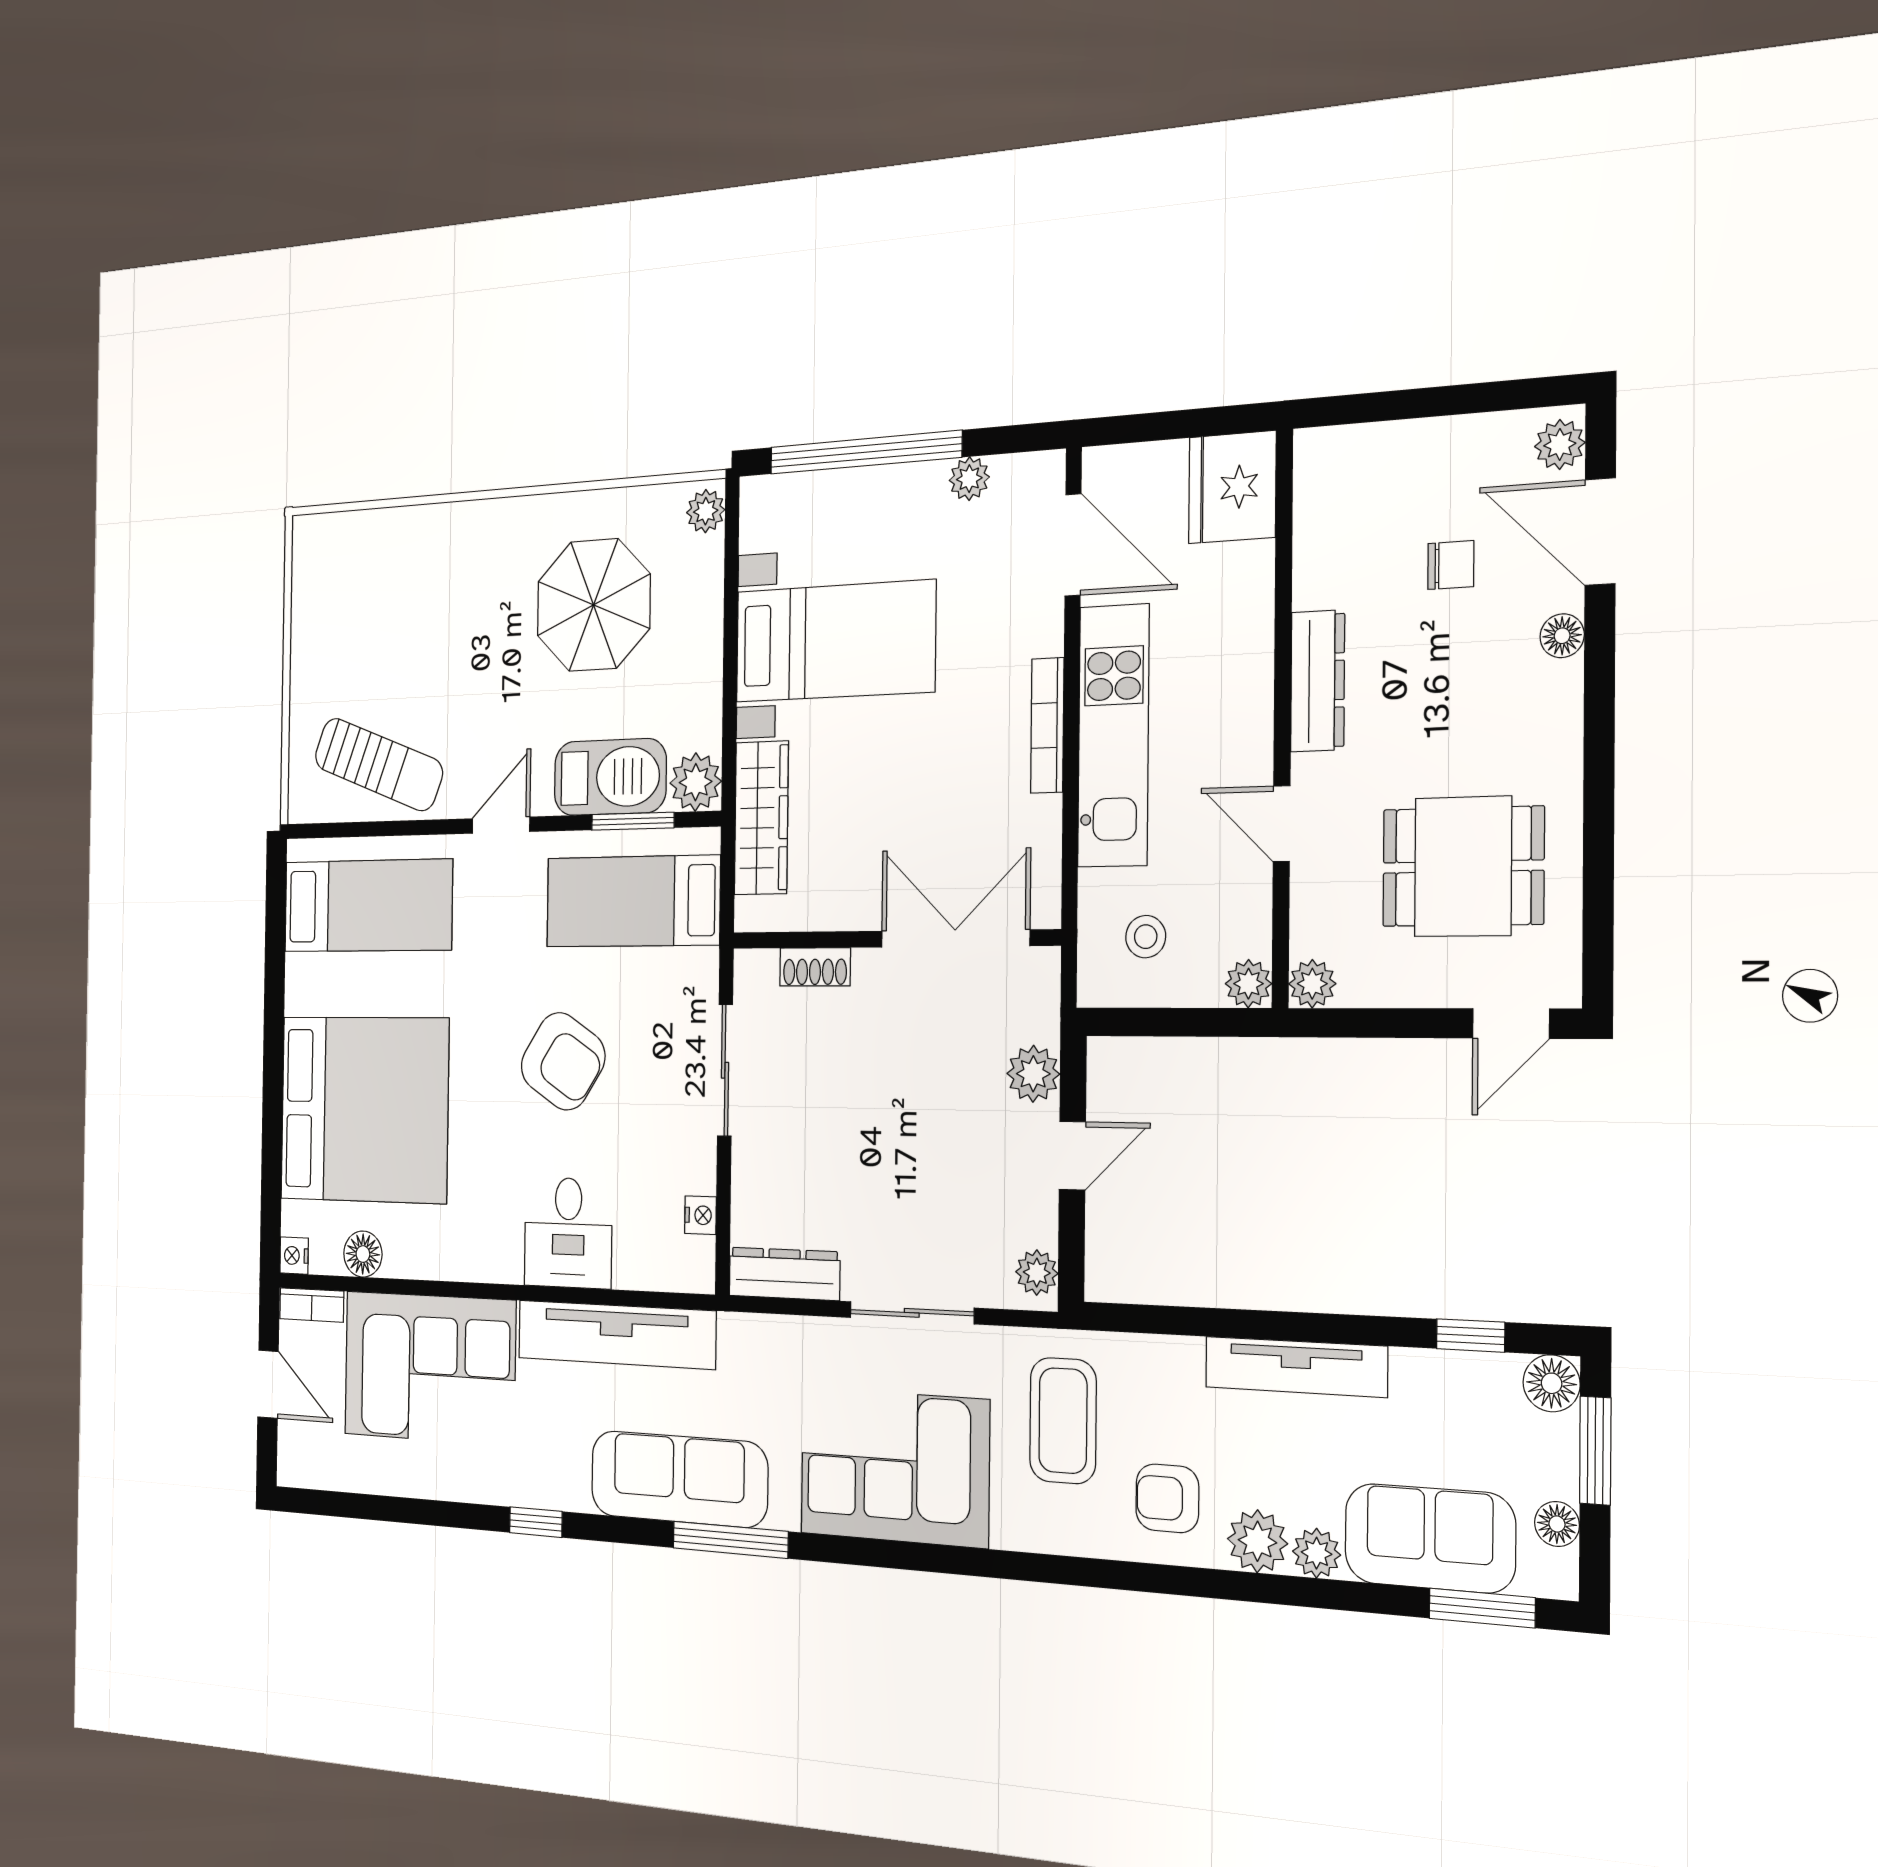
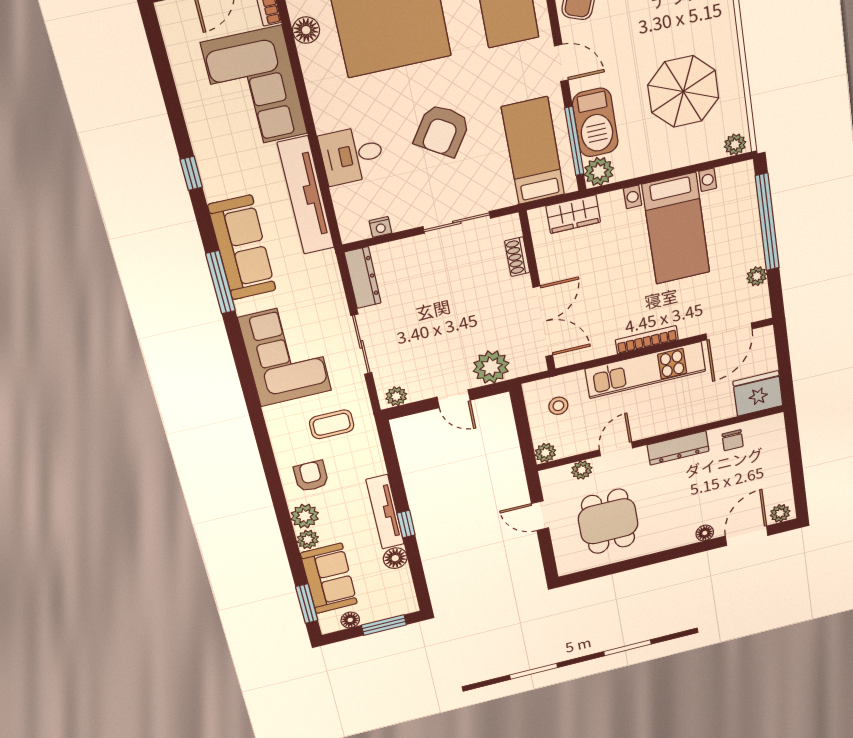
chair: (1451, 565) -> (733, 440), moved
wardrobe: (761, 818) -> (573, 214), width x0.67
window: (633, 821) -> (574, 141), width x1.44
plant: (1312, 984) -> (582, 470), moved
door: (1511, 1024) -> (540, 516), moved
plant: (1033, 1074) -> (491, 367), width x1.36, depth x1.36
window: (1471, 1335) -> (406, 524), moved
floor lamp: (1552, 1383) -> (395, 558), moved
coffee table: (1063, 1421) -> (332, 424), width x0.73, depth x0.77

